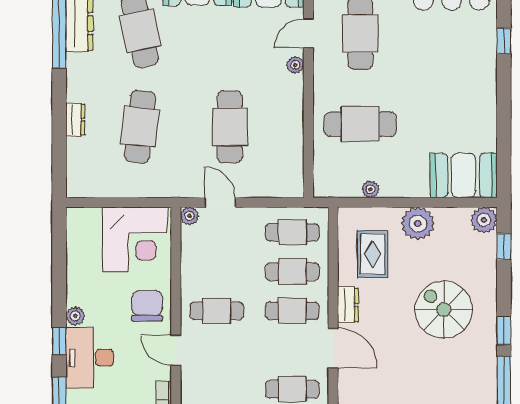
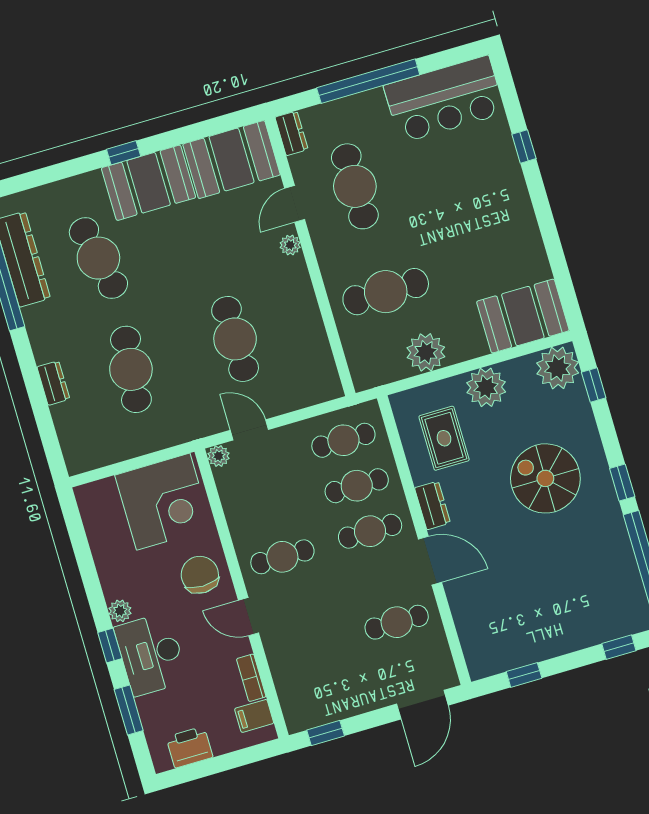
plant: (371, 189) -> (426, 352), width x1.88, depth x1.88
plant: (484, 220) -> (558, 368), width x1.36, depth x1.36

